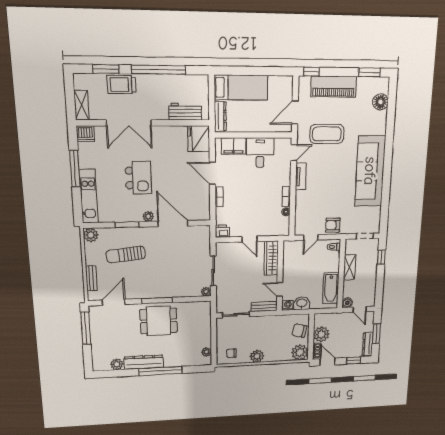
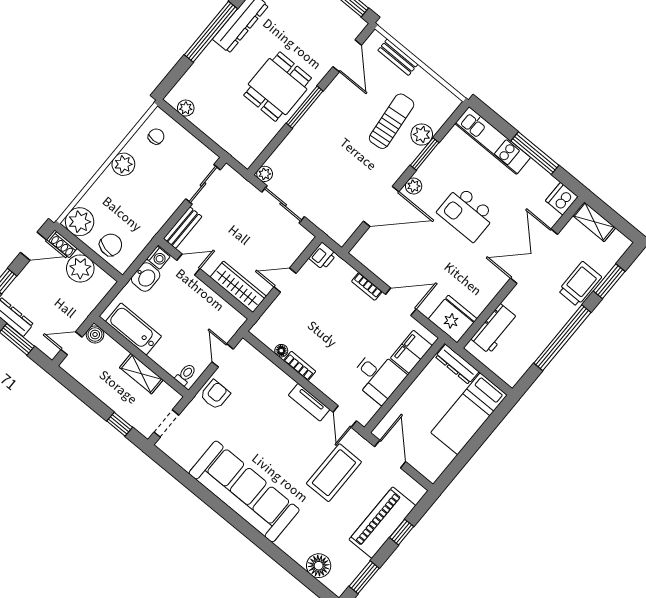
window: (312, 72) -> (402, 532), moved
plant: (91, 235) -> (422, 135), moved

